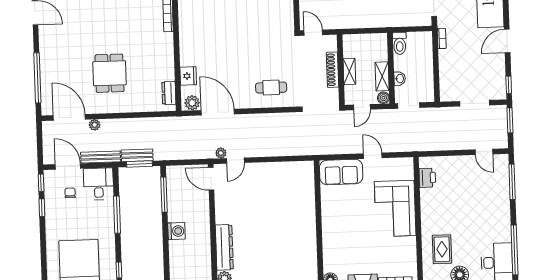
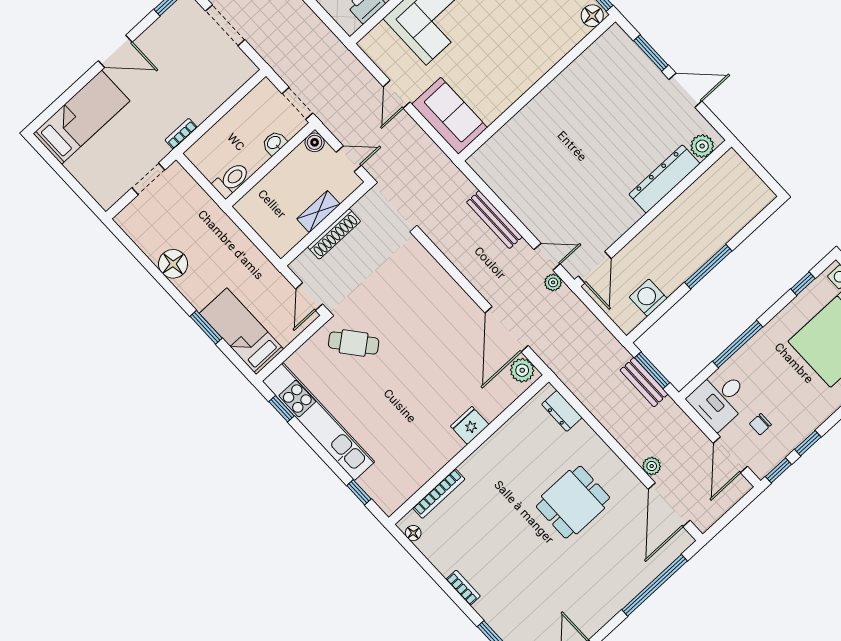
fridge: (188, 76) -> (470, 425), moved
shelving: (382, 76) -> (290, 167), removed
cafe table: (271, 88) -> (354, 343), moved, turned -39
dresser: (169, 93) -> (562, 411), moved, turned 90
bench: (101, 157) -> (494, 220), moved
window: (164, 195) -> (708, 267), moved
washing machine: (176, 231) -> (648, 298), moved

